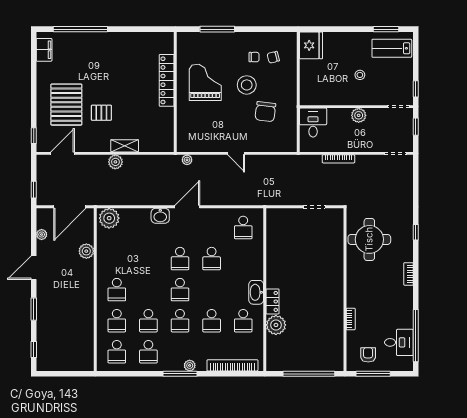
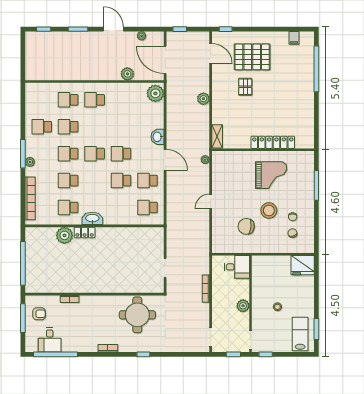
filing cabinet: (44, 50) -> (294, 38), width x0.50
shelving: (125, 146) -> (217, 136), moved
school desk: (117, 352) -> (148, 181), moved

